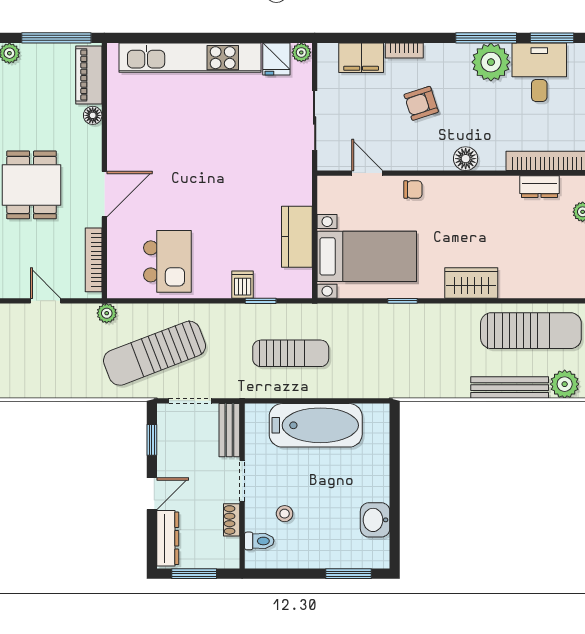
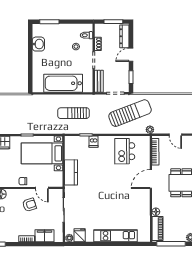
kitchen unit: (190, 58) -> (115, 236), width x0.73
armchair: (421, 103) -> (29, 205), moved
kitchen counter: (297, 237) -> (71, 172), moved

